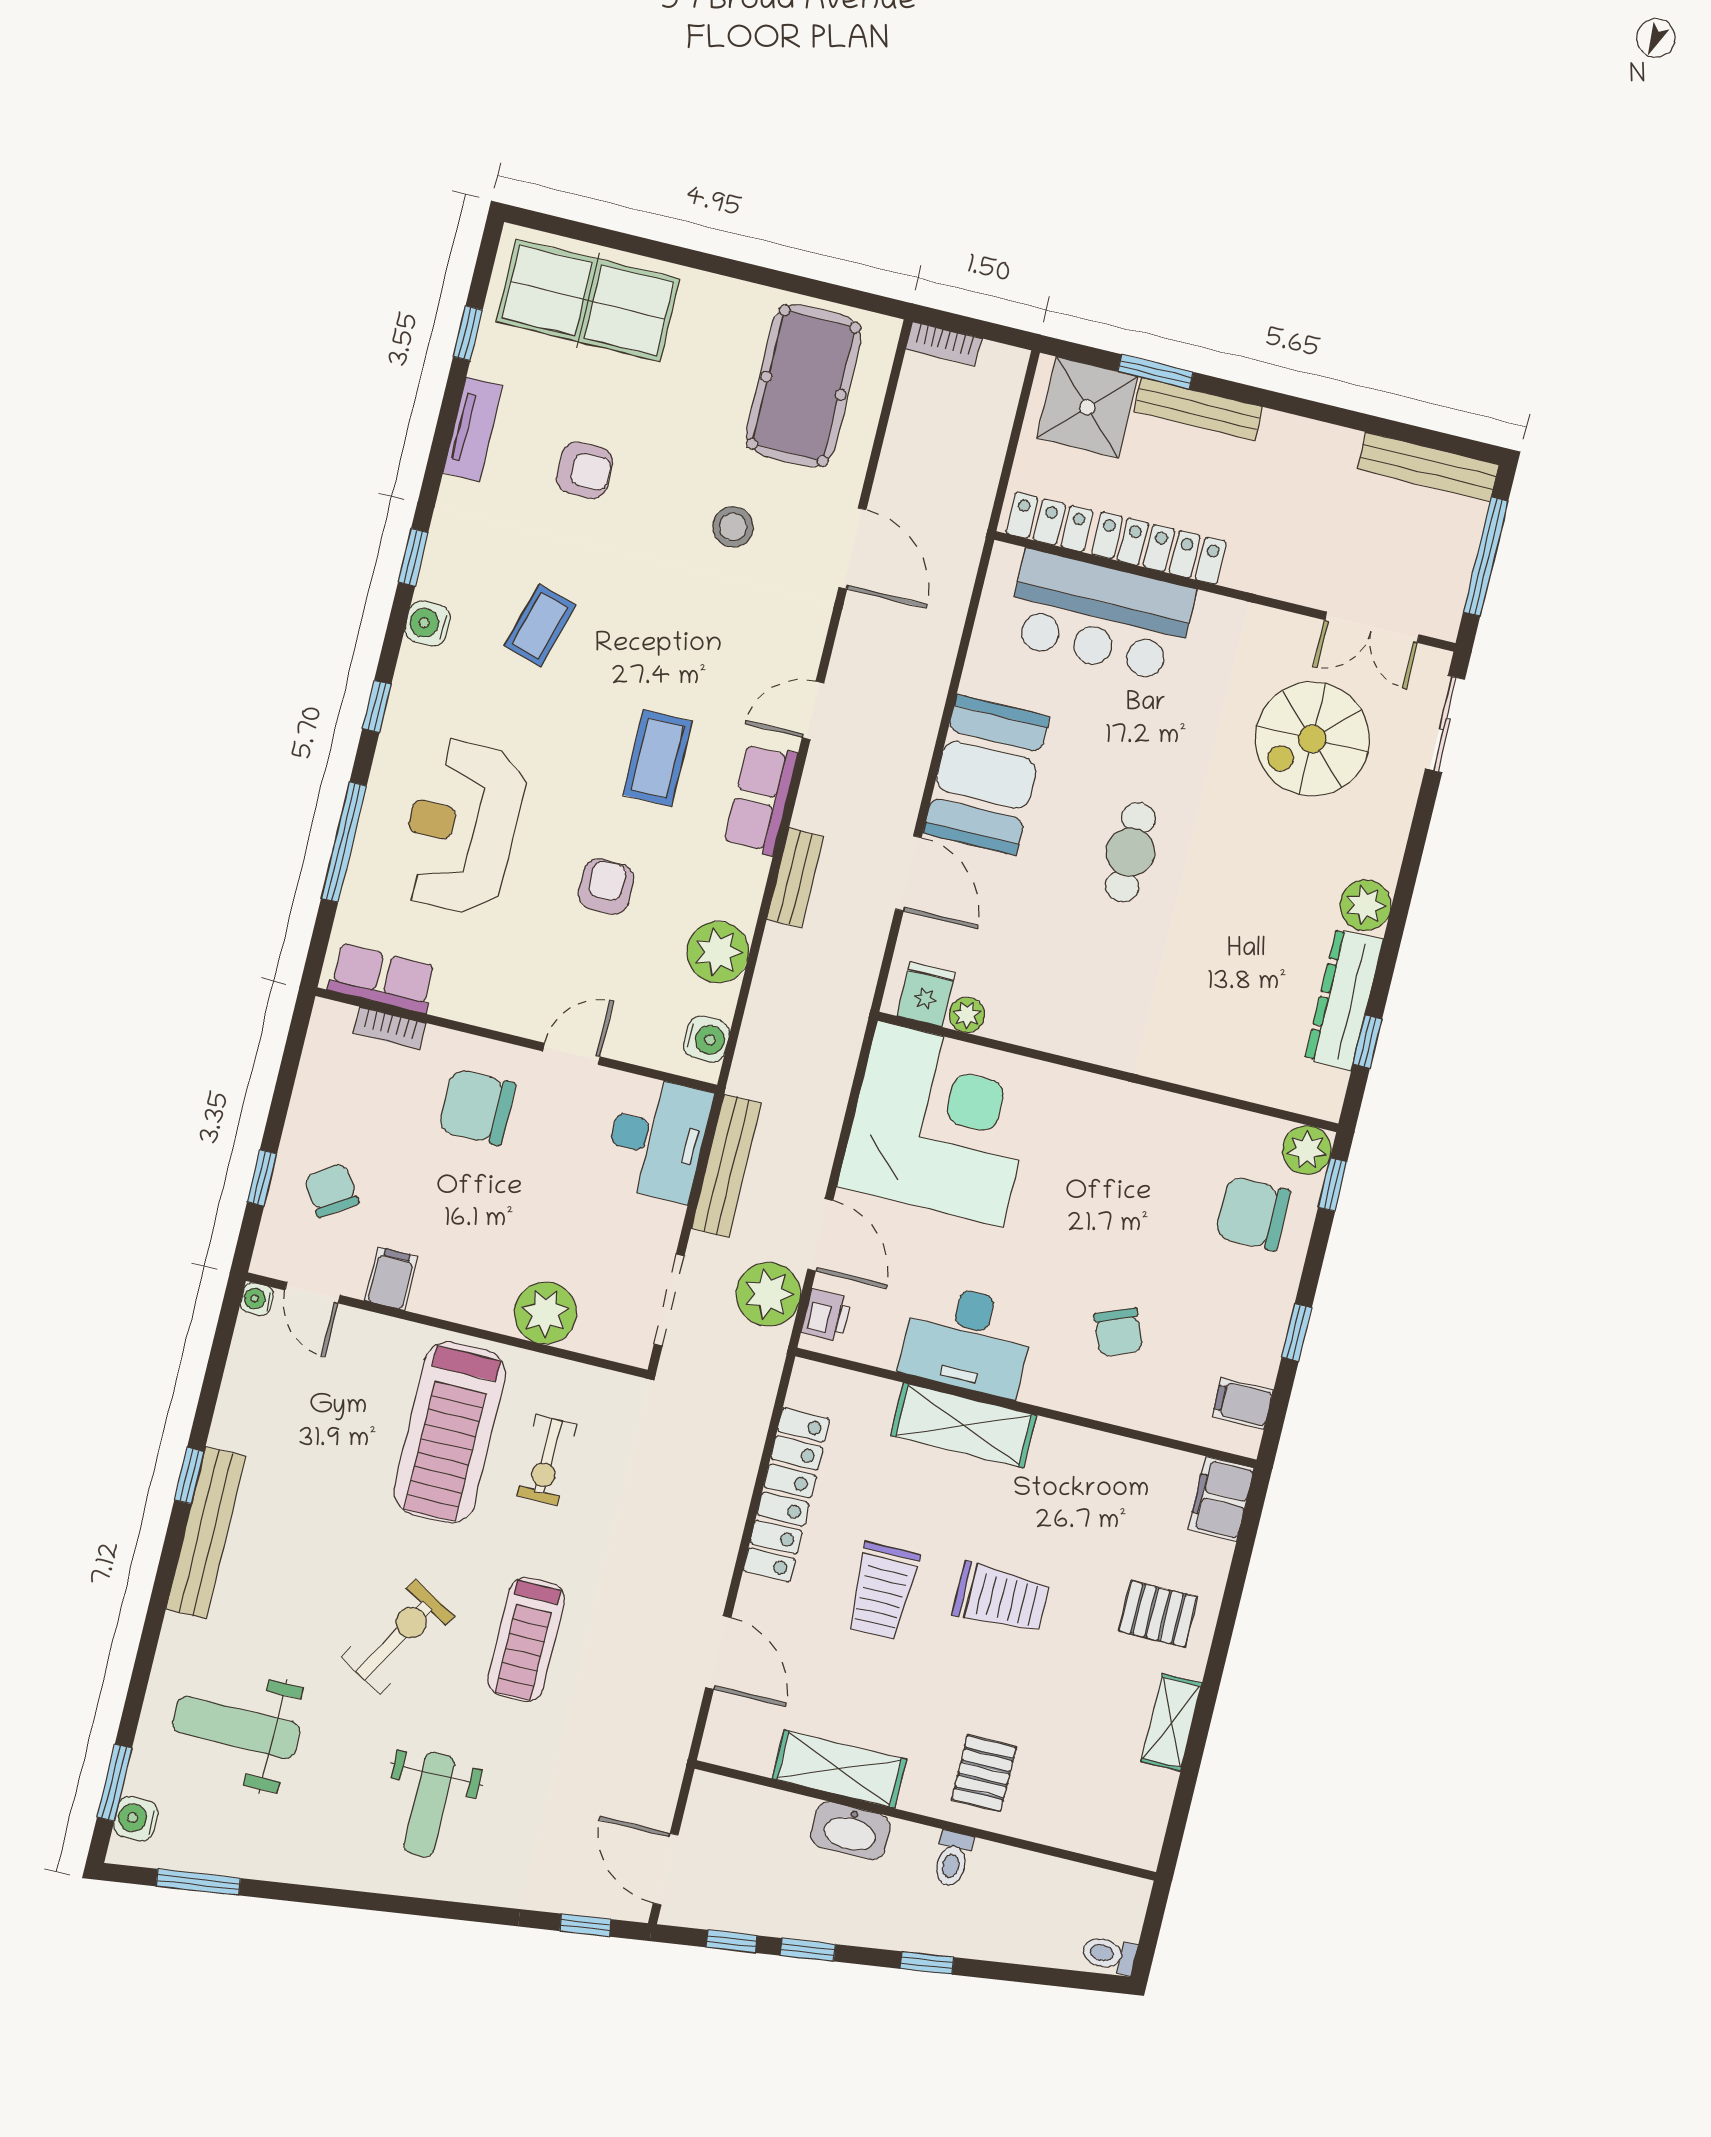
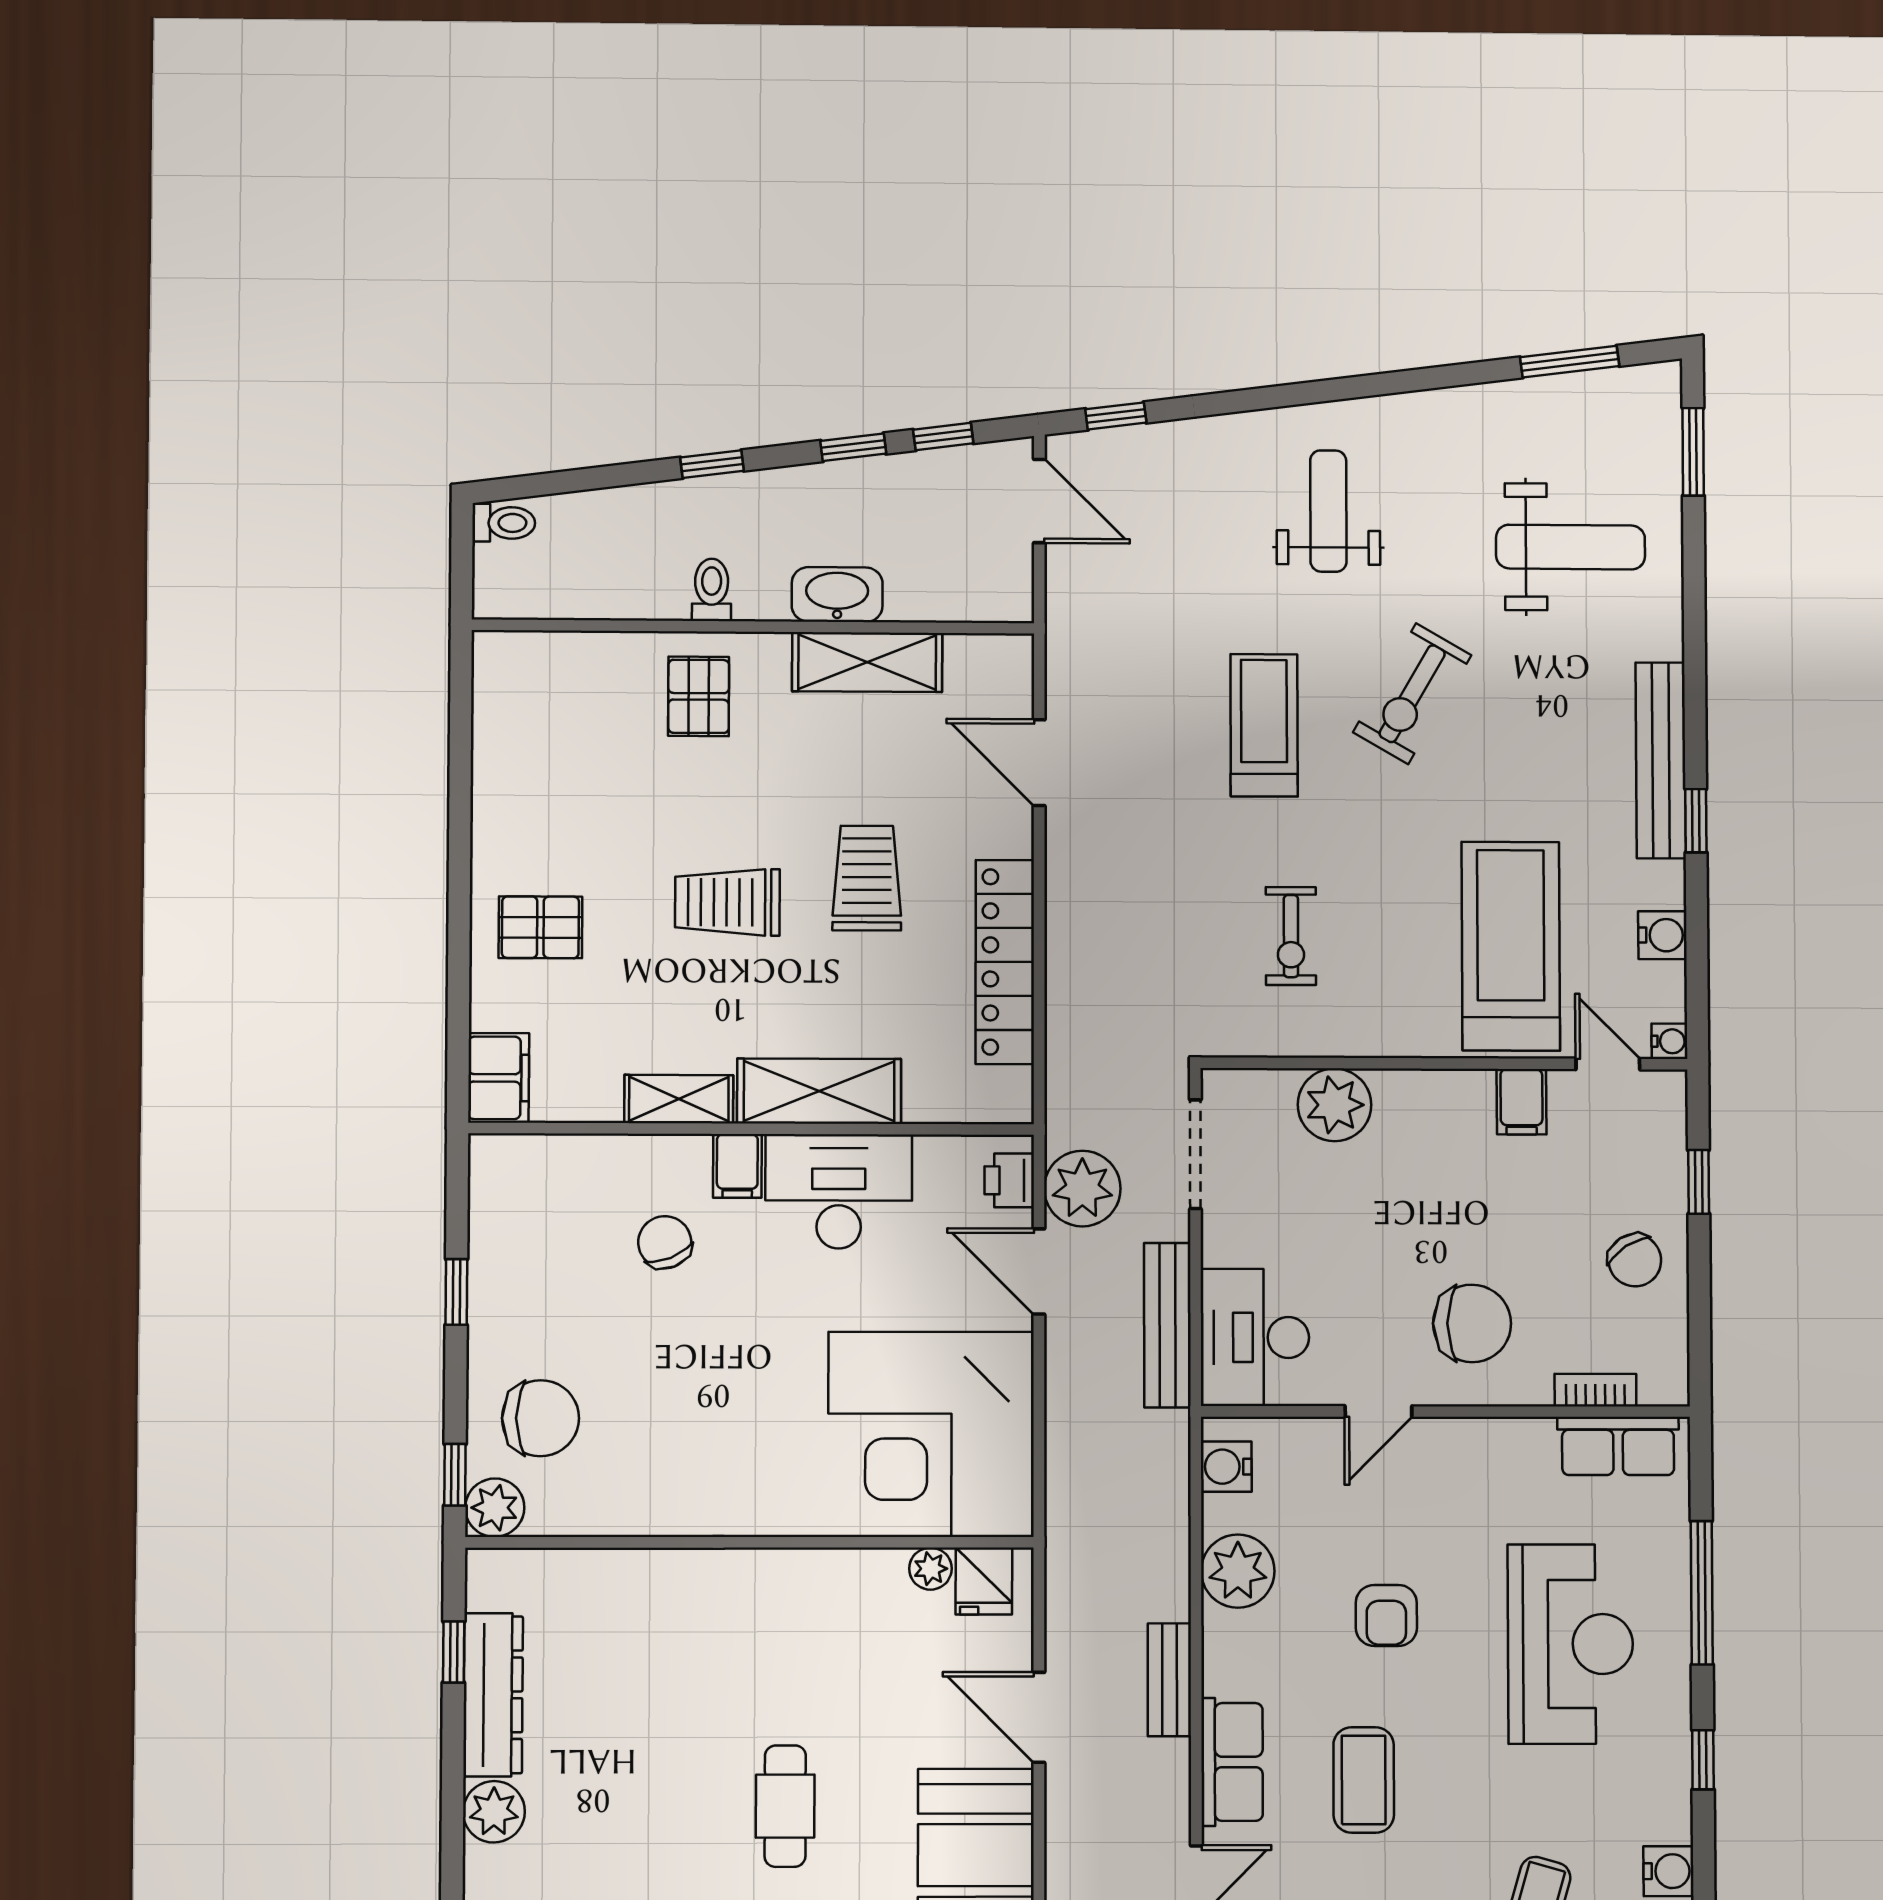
chair: (332, 1190) -> (1635, 1260), moved
filing cabinet: (1243, 1403) -> (737, 1166), moved, turned 90
treadmill: (450, 1432) -> (1511, 946), moved
exercise bike: (547, 1460) -> (1291, 936), turned 180
shelving: (1172, 1722) -> (679, 1099), moved, turned 90
water cooler: (136, 1819) -> (1662, 935), moved

